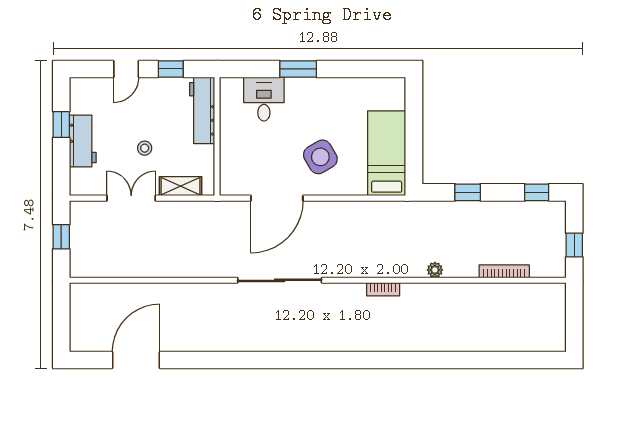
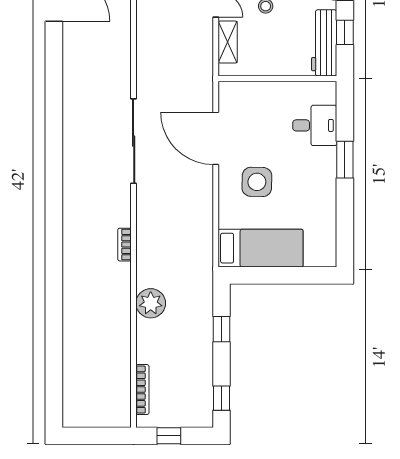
workbench: (202, 110) -> (324, 43), moved, turned -90
side table: (320, 157) -> (257, 182), turned 31
plant: (435, 270) -> (151, 303), width x1.88, depth x1.88
bookcase: (504, 271) -> (142, 390), moved

